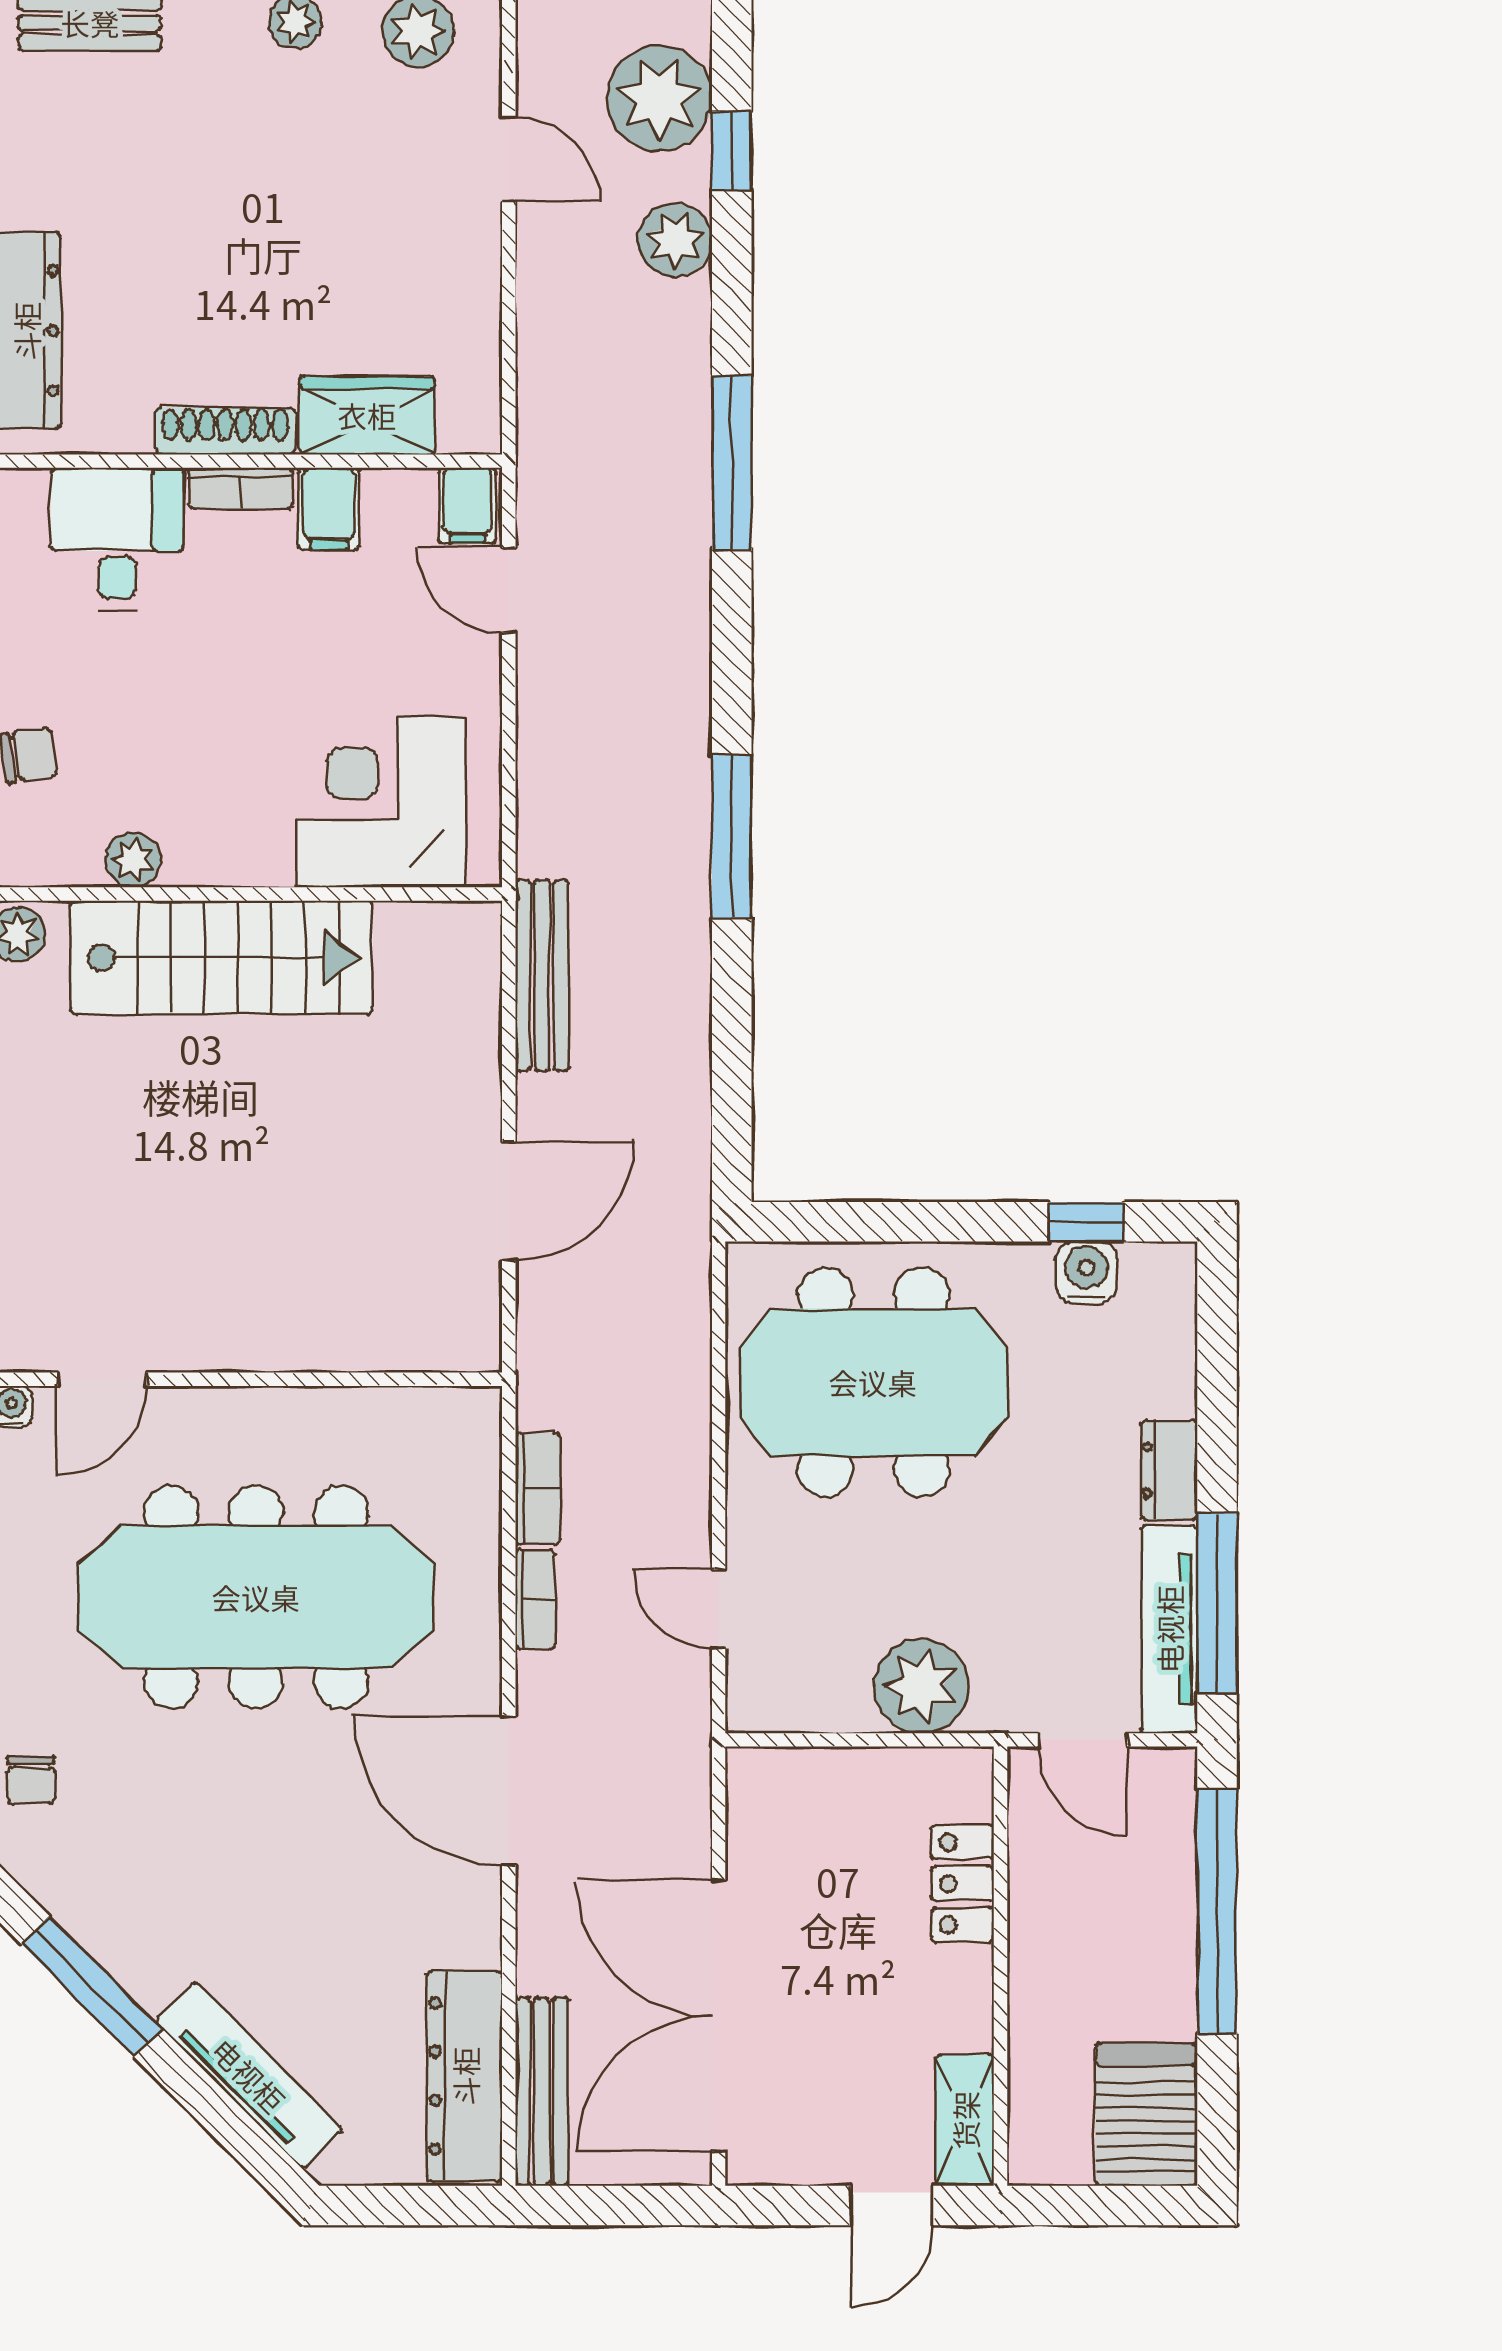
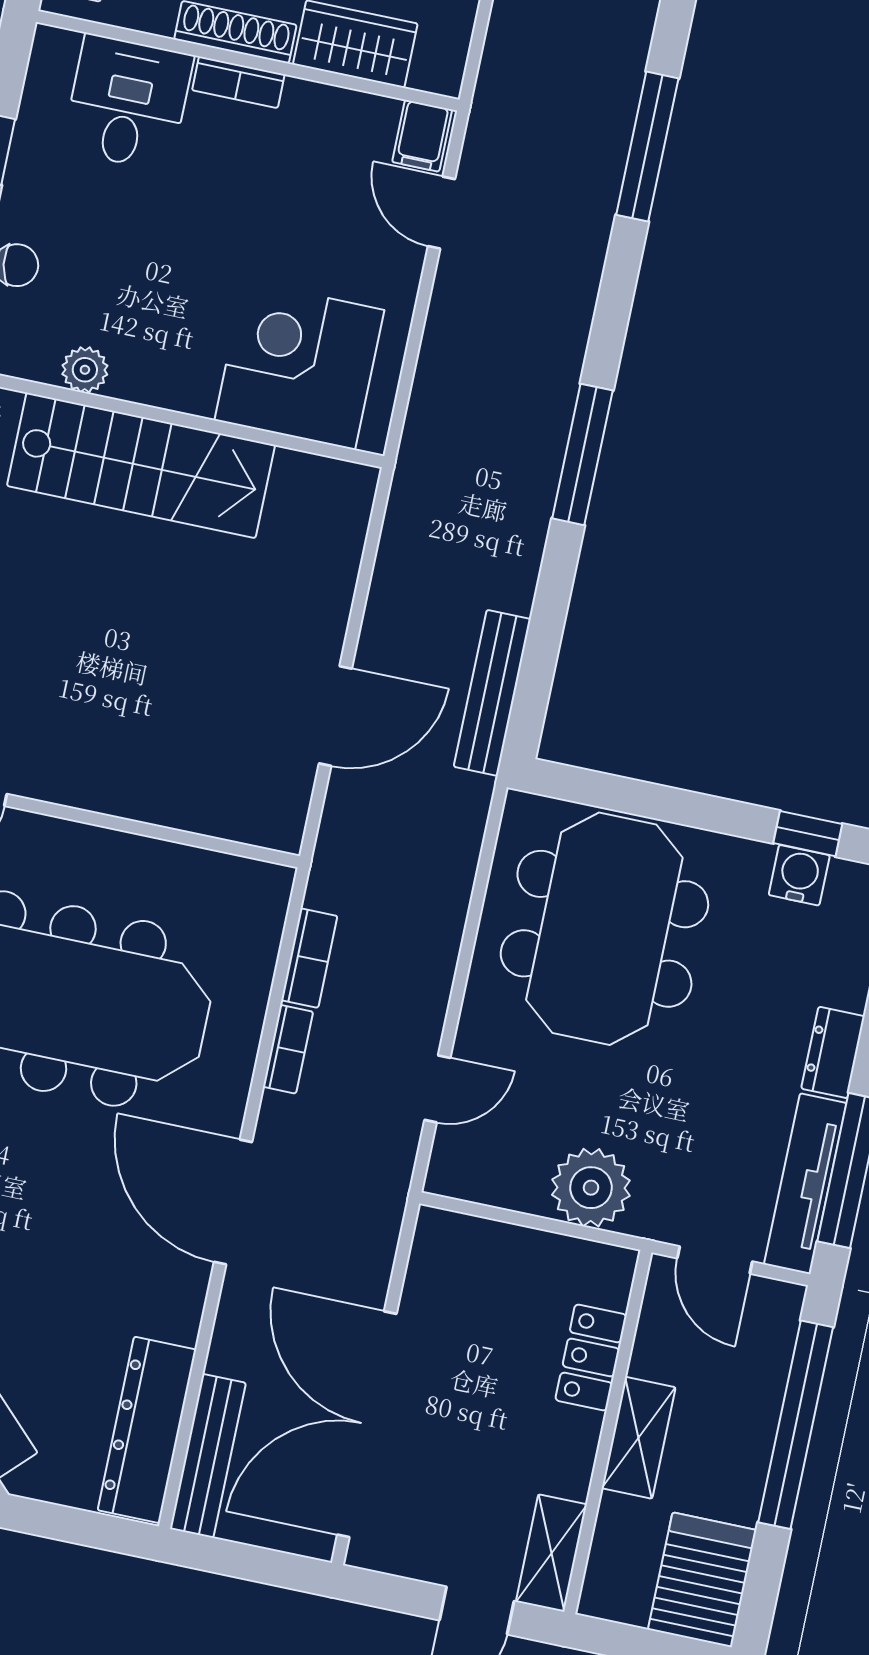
filing cabinet: (329, 509) -> (307, 114), removed
bench: (542, 975) -> (492, 693), moved
meeting table: (873, 1382) -> (604, 929), turned 90
door: (719, 1609) -> (437, 1089), swing flipped
shelving: (1038, 1965) -> (639, 1438), added

